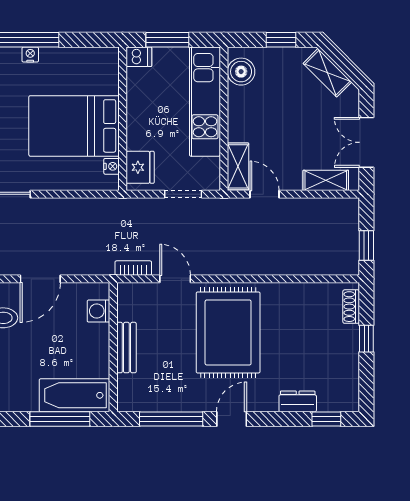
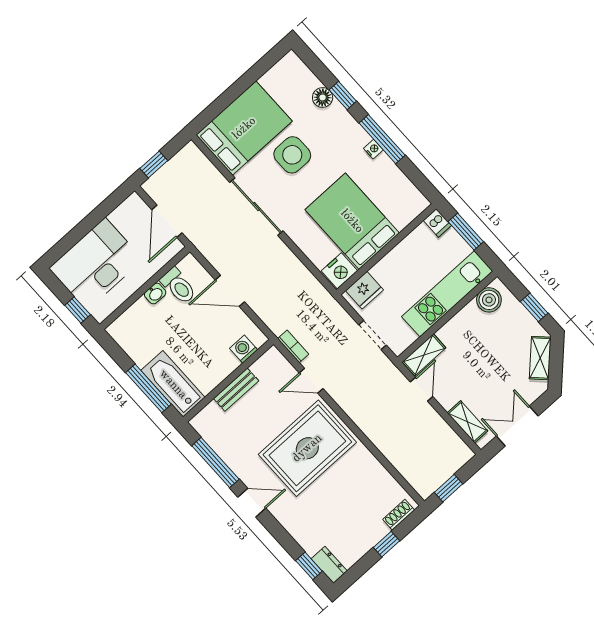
nightstand: (111, 166) -> (339, 271), width x1.89, depth x1.79
door: (175, 279) -> (311, 381), swing flipped
dresser: (298, 401) -> (329, 565), moved

